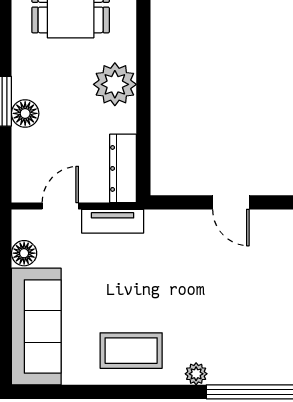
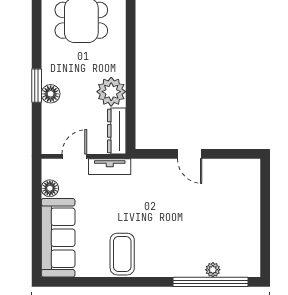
plant: (115, 84) -> (111, 92), moved
coffee table: (131, 351) -> (122, 254), turned 90
plant: (196, 374) -> (213, 270), moved

